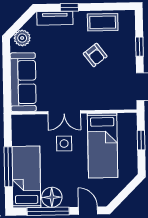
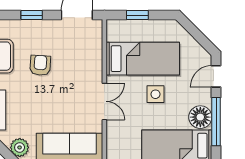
armchair: (95, 55) -> (40, 65), turned -49
side table: (64, 144) -> (155, 94), moved

